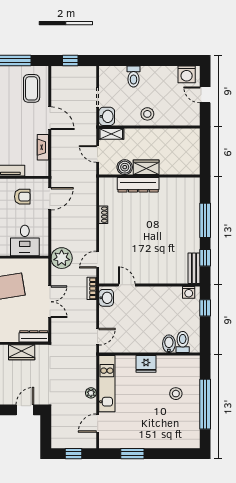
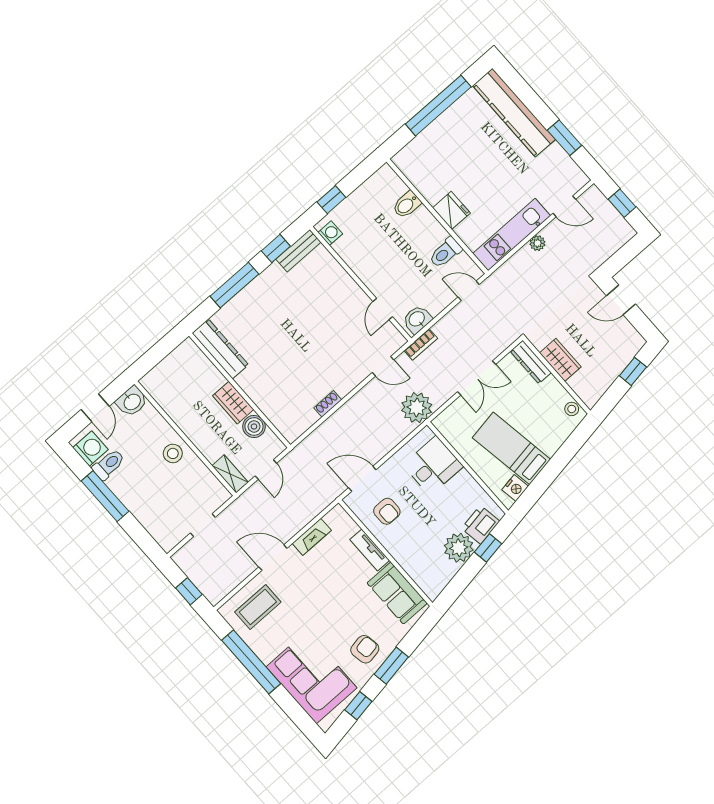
window: (156, 61) -> (105, 496), added
toilet: (134, 76) -> (109, 464), moved
washbasin: (107, 116) -> (132, 401), moved, turned 180
door: (50, 118) -> (273, 558), hinge flipped
dresser: (138, 185) -> (220, 349), moved
armchair: (22, 197) -> (387, 511), turned 180
double door: (50, 302) -> (477, 378), swing flipped
toilet: (183, 342) -> (445, 253), moved
stool: (176, 394) -> (455, 148), removed
kitchen counter: (168, 439) -> (514, 113), added

